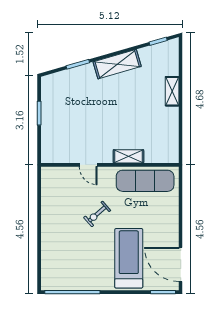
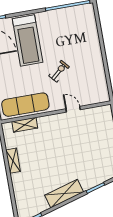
shelving: (172, 91) -> (13, 161), moved
shelving: (128, 156) -> (25, 125), moved

